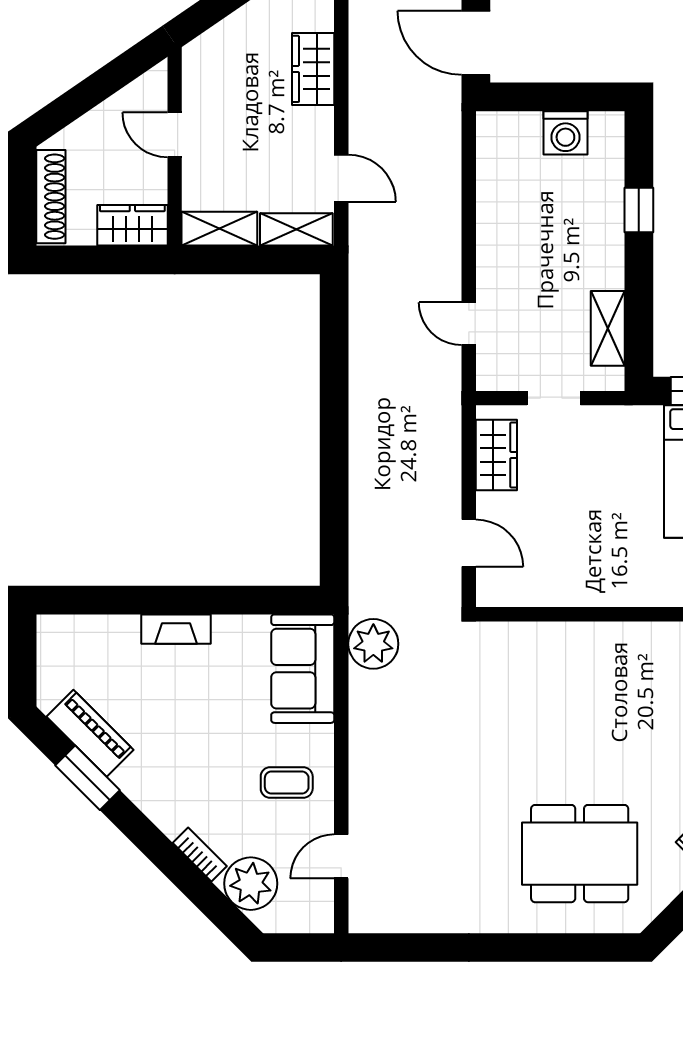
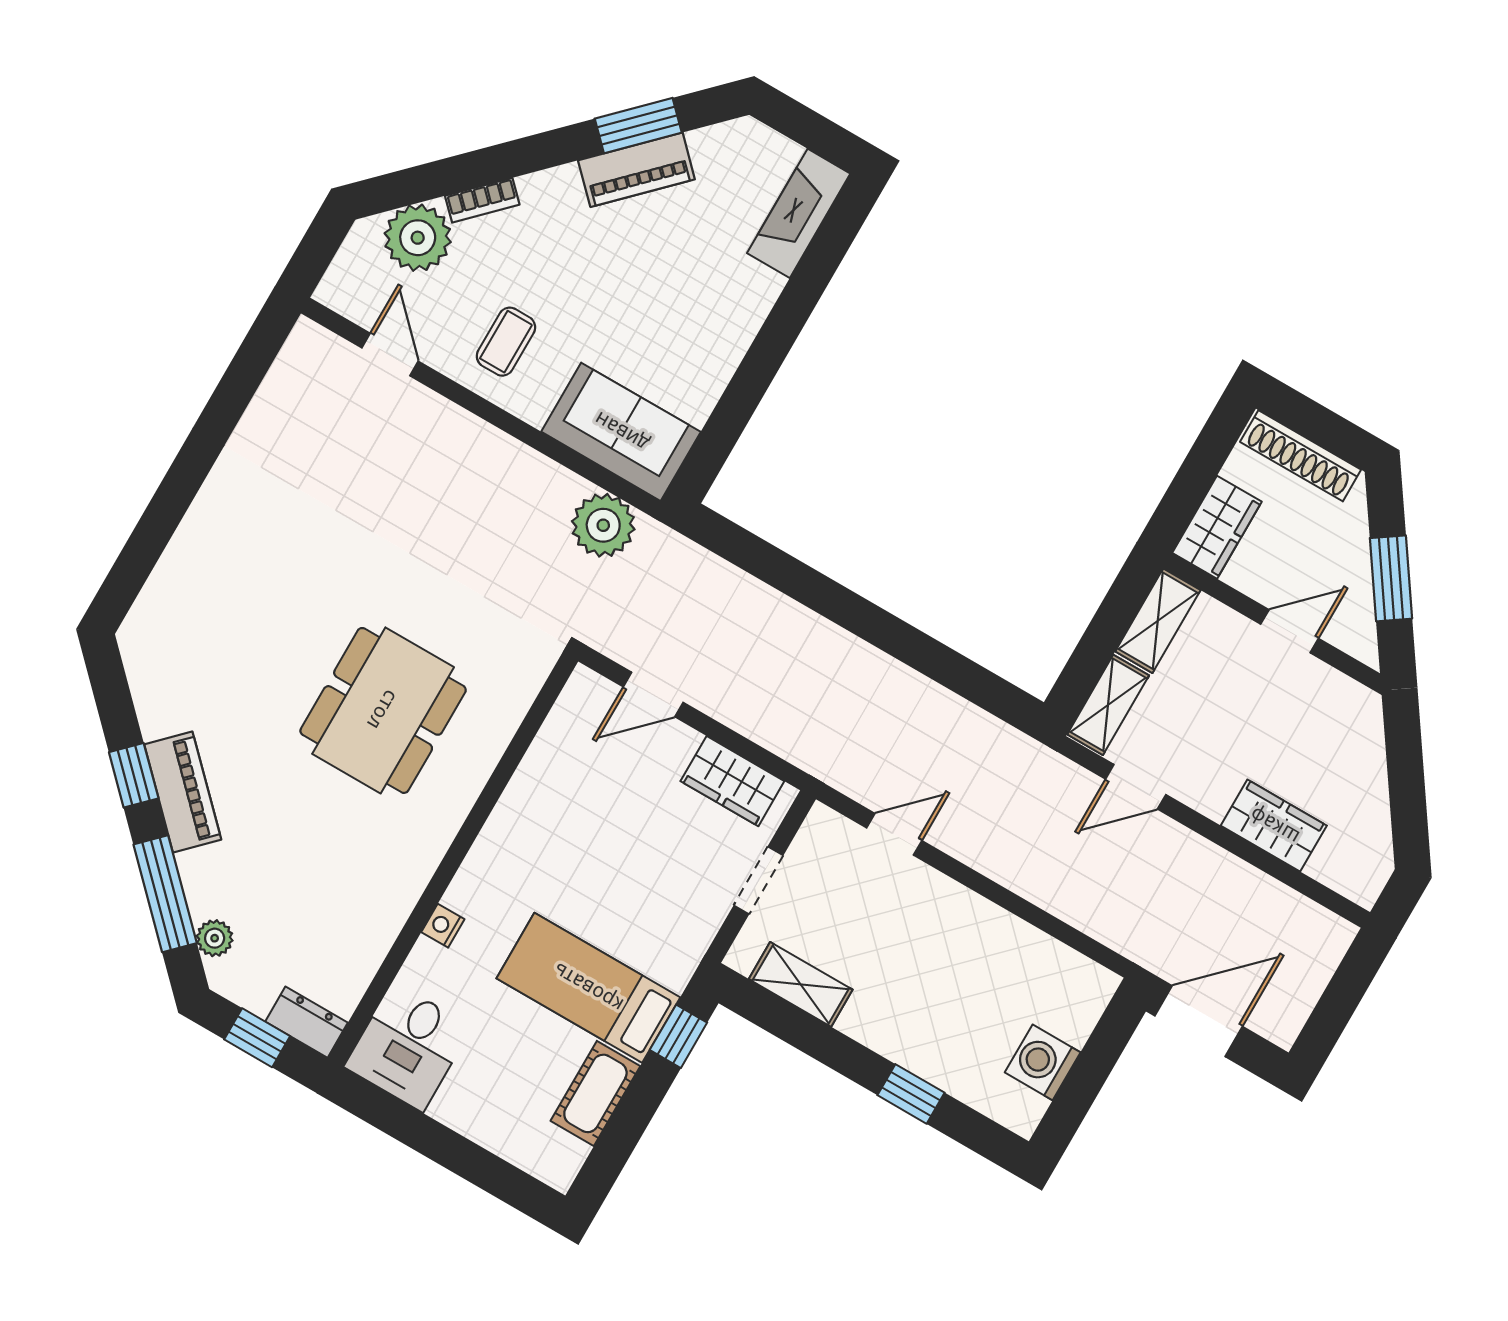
window: (99, 87) -> (1391, 578), added
fireplace: (176, 629) -> (799, 213), moved, width x1.37, depth x1.32
piano: (90, 733) -> (636, 170), moved
dining table: (580, 854) -> (383, 710), moved

